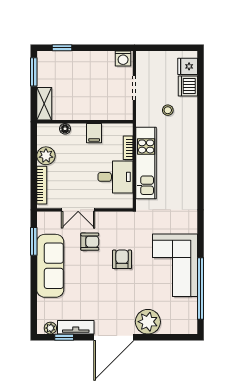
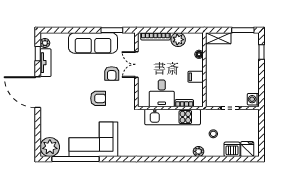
plant: (191, 129) -> (199, 151), added
plant: (148, 322) -> (50, 147), moved

